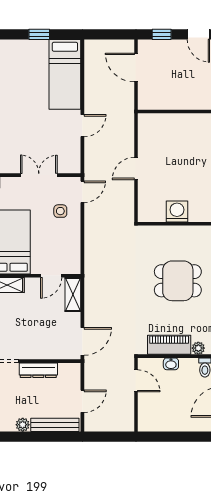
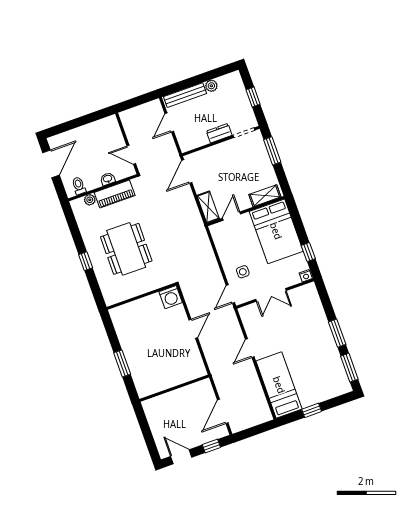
door: (136, 68) -> (223, 411), swing flipped
washing machine: (177, 211) -> (171, 297), moved
dining table: (178, 281) -> (126, 249), width x1.38
dresser: (38, 370) -> (219, 133), width x0.70

